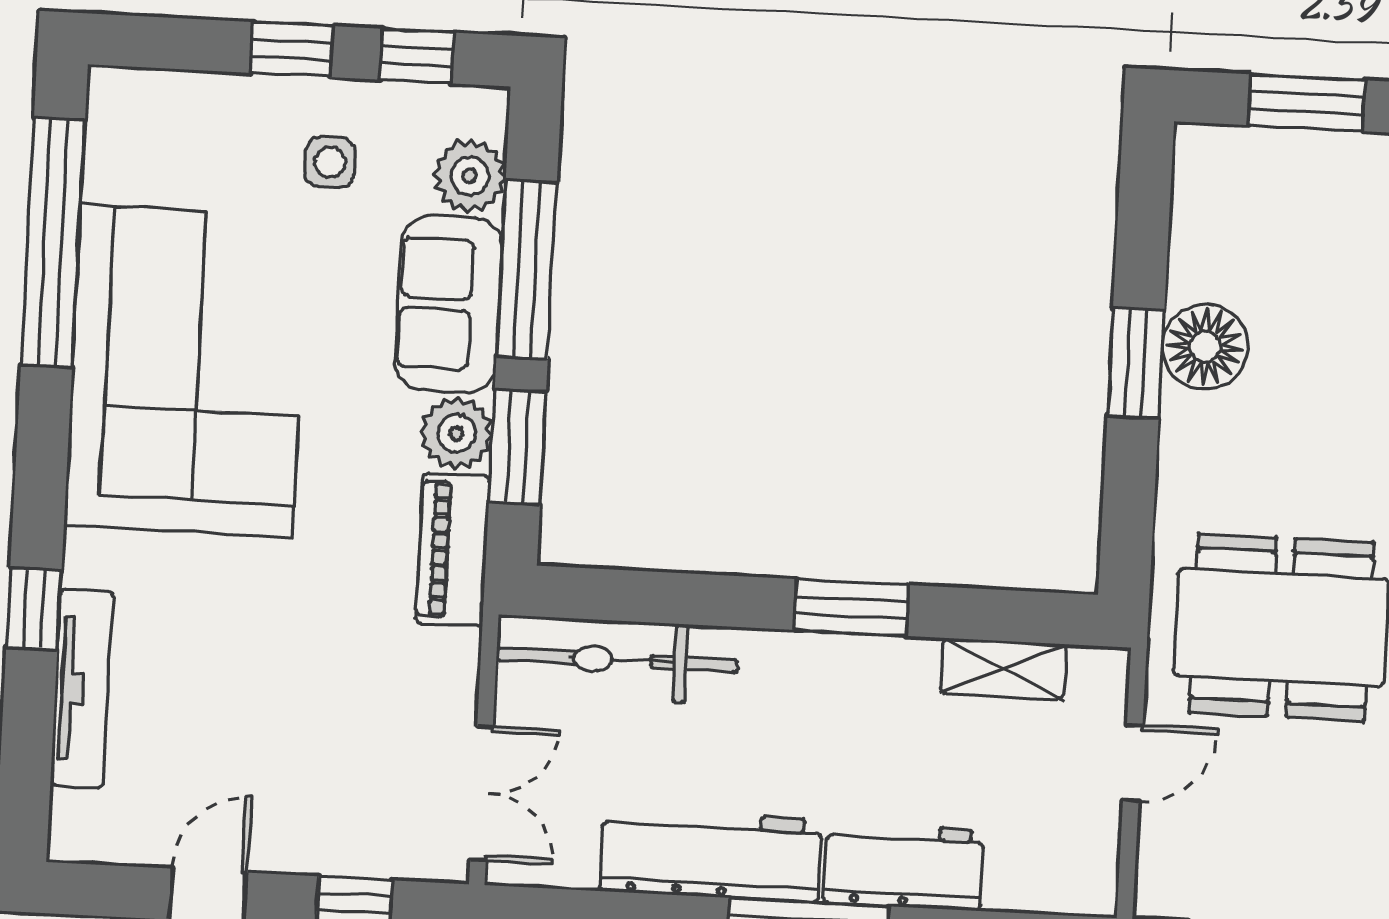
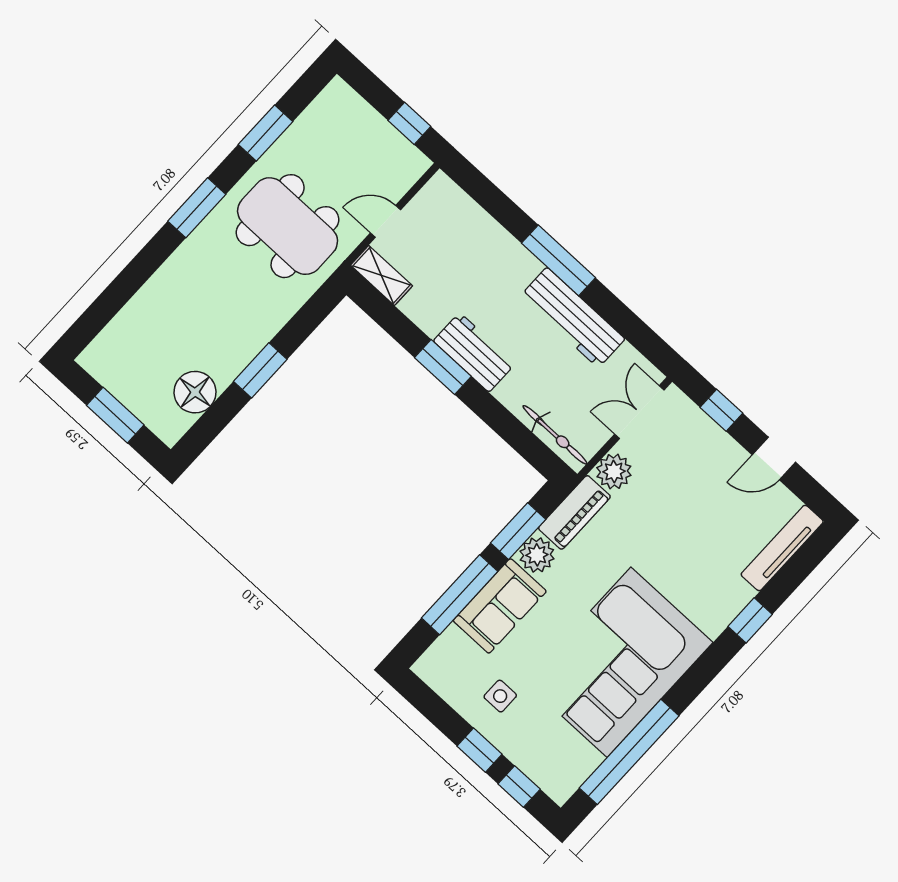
window: (417, 56) -> (519, 787), moved
plant: (470, 176) -> (614, 471), moved
floor lamp: (1205, 347) -> (195, 392), moved
bicycle: (617, 660) -> (555, 435), width x0.73, depth x0.71
shelving: (1003, 669) -> (381, 275), moved
tv unit: (82, 688) -> (782, 548), moved
workbench: (904, 866) -> (474, 352), moved, turned 180

